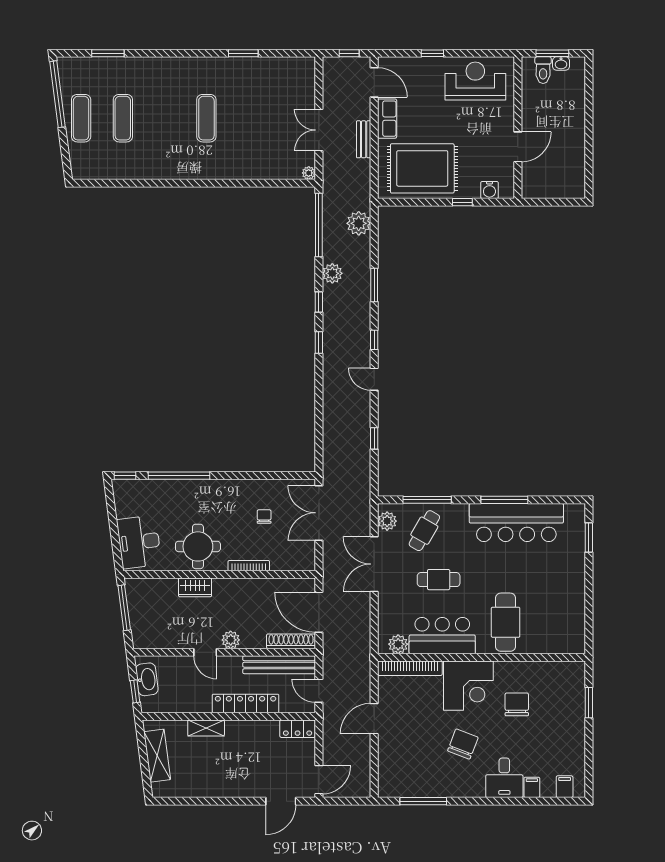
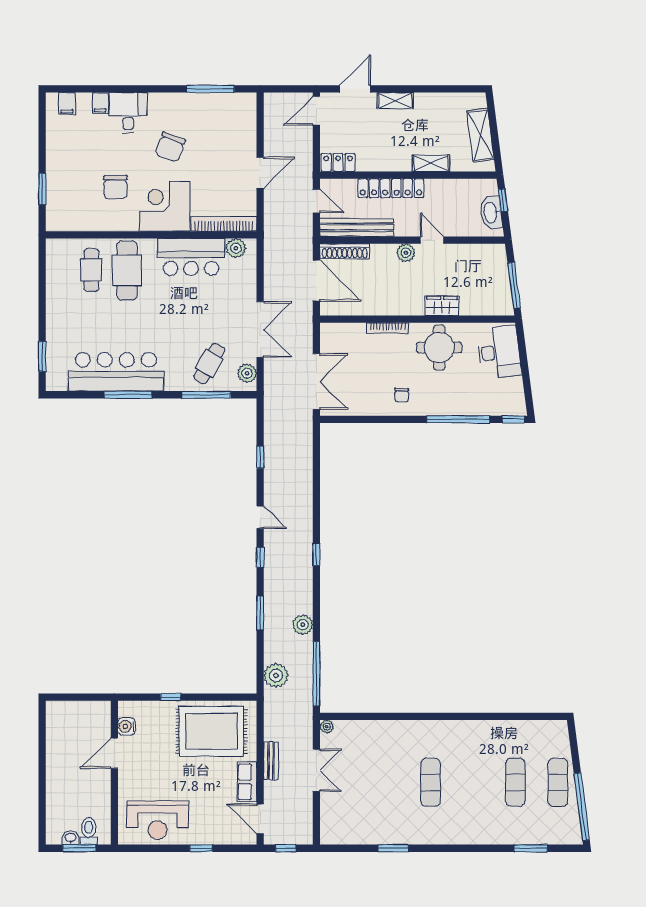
water cooler: (489, 190) -> (127, 726), moved, turned -90
window: (319, 302) -> (316, 596), removed
chair: (264, 517) -> (402, 395), moved
cafe table: (439, 580) -> (91, 270), moved, turned 90
shelving: (241, 790) -> (395, 100), added

